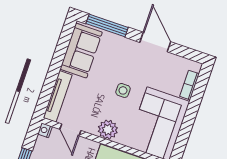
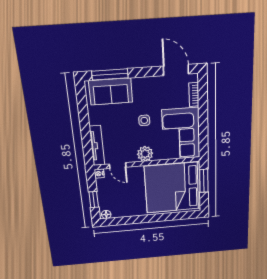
door: (155, 42) -> (176, 70), moved
sofa: (81, 51) -> (111, 91), moved, turned 90

